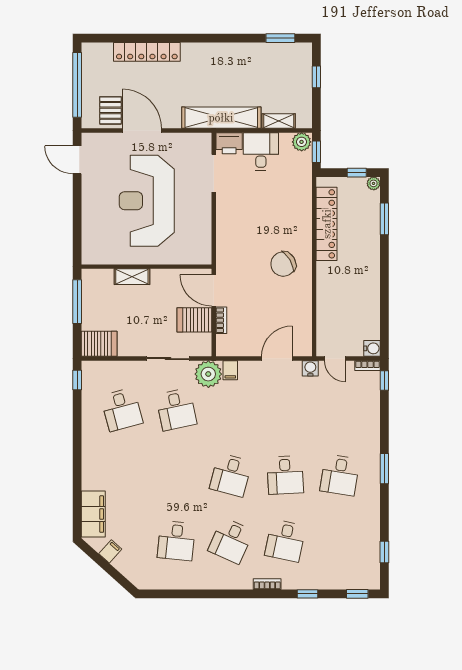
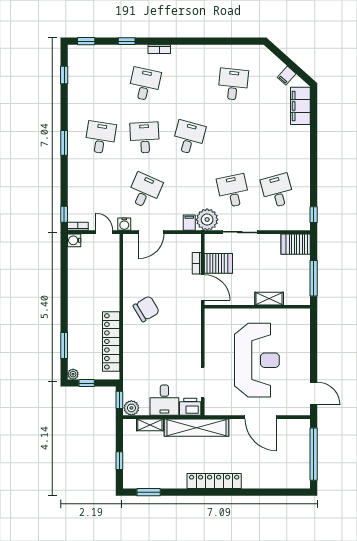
locker: (147, 52) -> (214, 481), moved
pallet: (111, 110) -> (286, 434), removed
desk: (231, 541) -> (145, 191), moved

